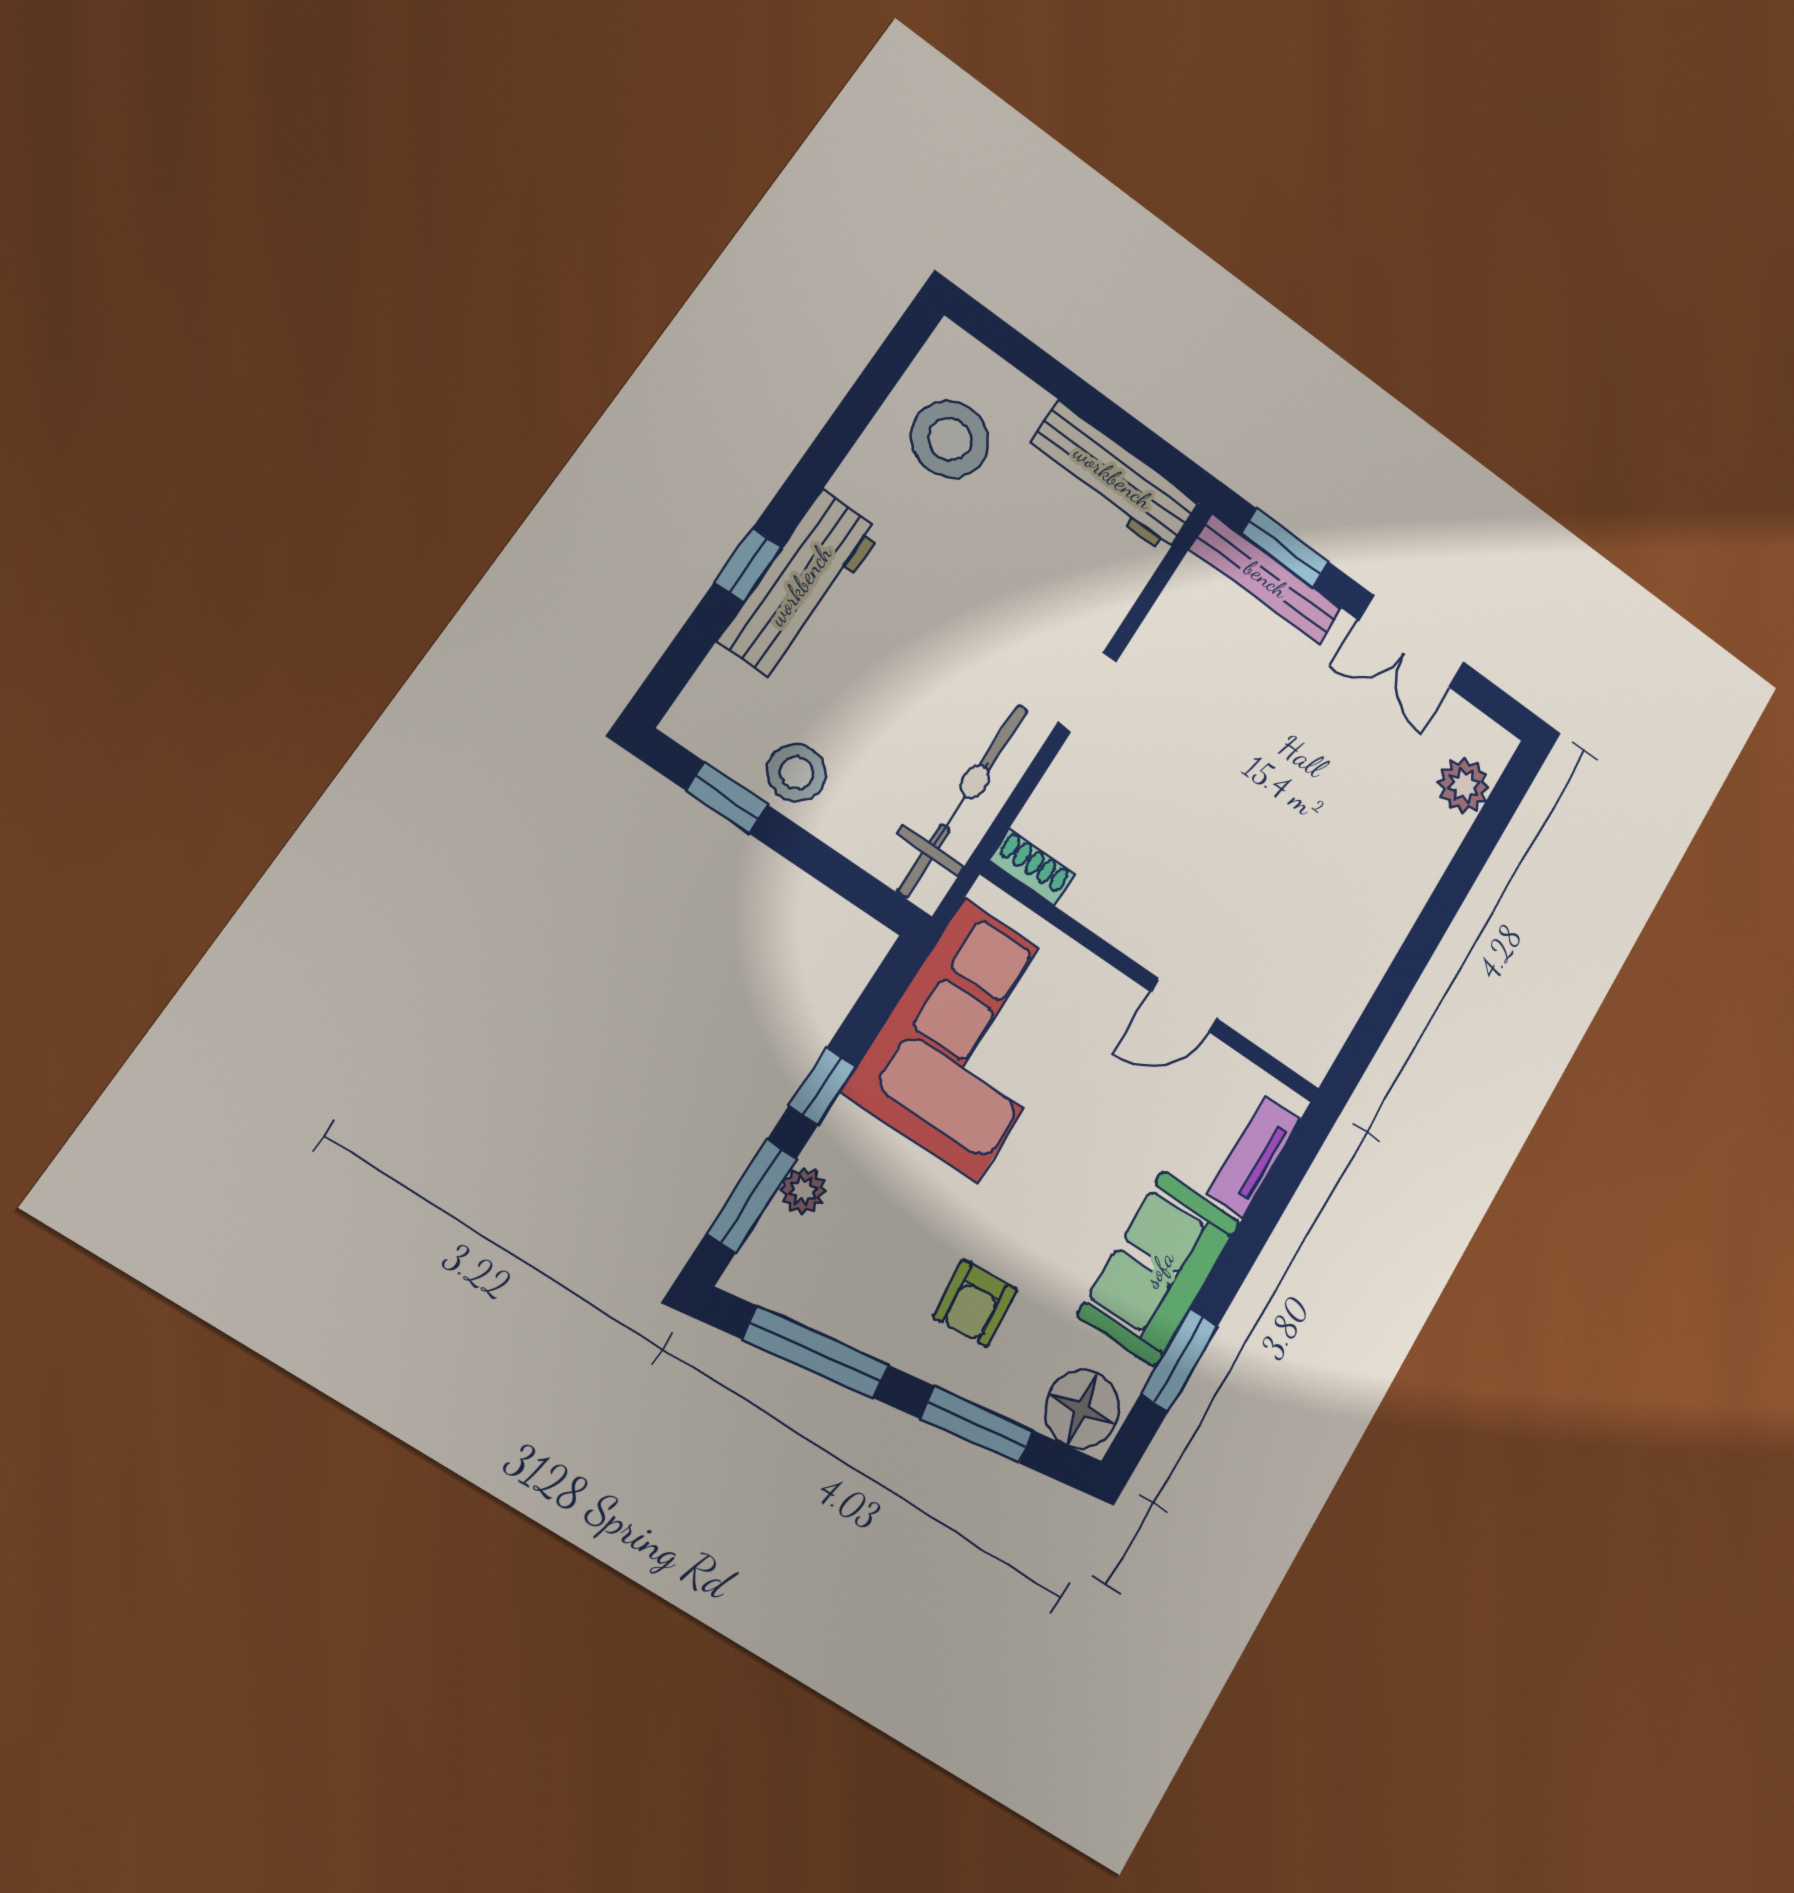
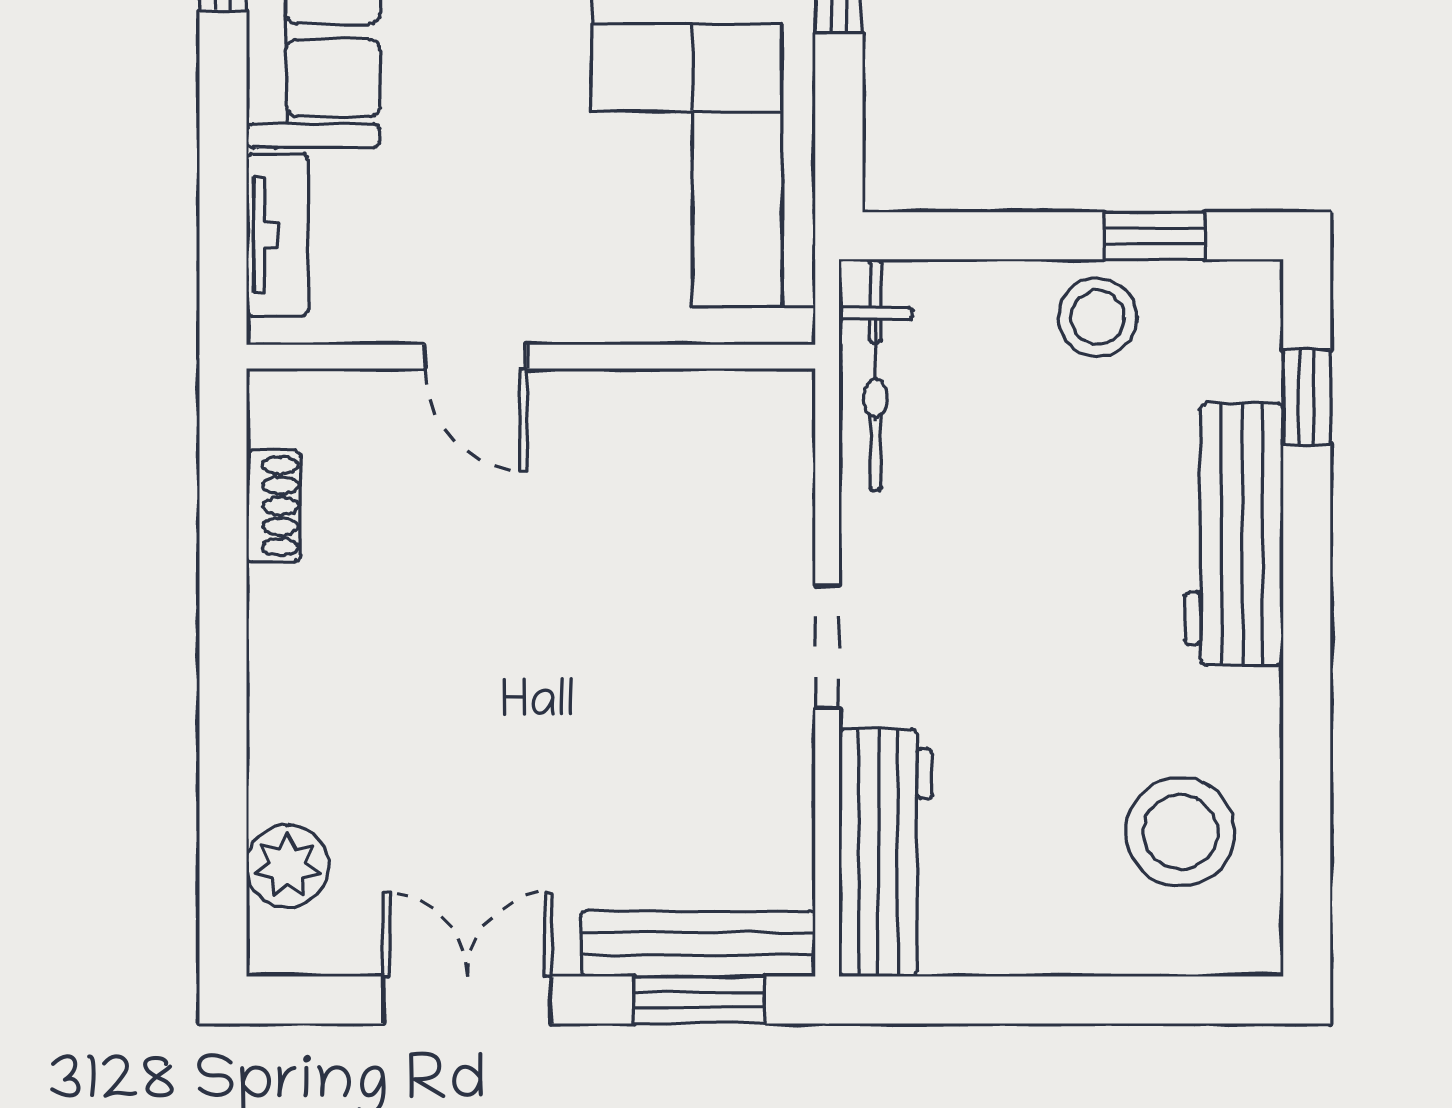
workbench: (1113, 477) -> (885, 853), moved, turned 90
window: (748, 565) -> (1307, 397), moved
bicycle: (963, 800) -> (876, 375), width x0.73, depth x0.71
shoe rack: (1032, 867) -> (273, 506), moved, turned -90
door: (1184, 1005) -> (475, 357), swing flipped

